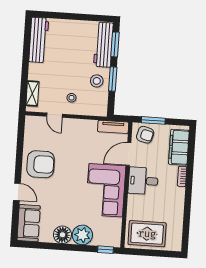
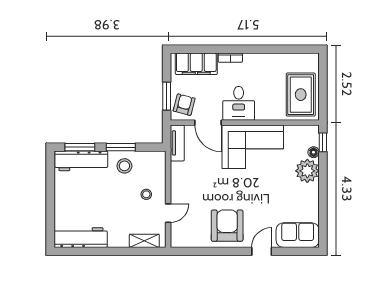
floor lamp: (62, 235) -> (314, 152), moved, width x0.53, depth x0.53

